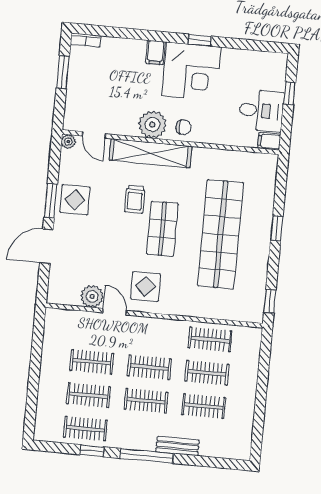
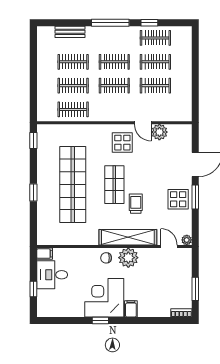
bench: (177, 446) -> (70, 32), moved

